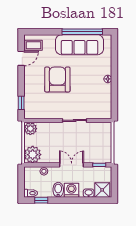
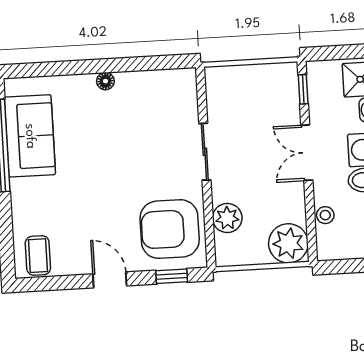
sofa: (79, 45) -> (30, 136), width x0.73
door: (21, 58) -> (110, 280), moved
armchair: (57, 80) -> (170, 229), moved
plant: (30, 129) -> (227, 218), moved

